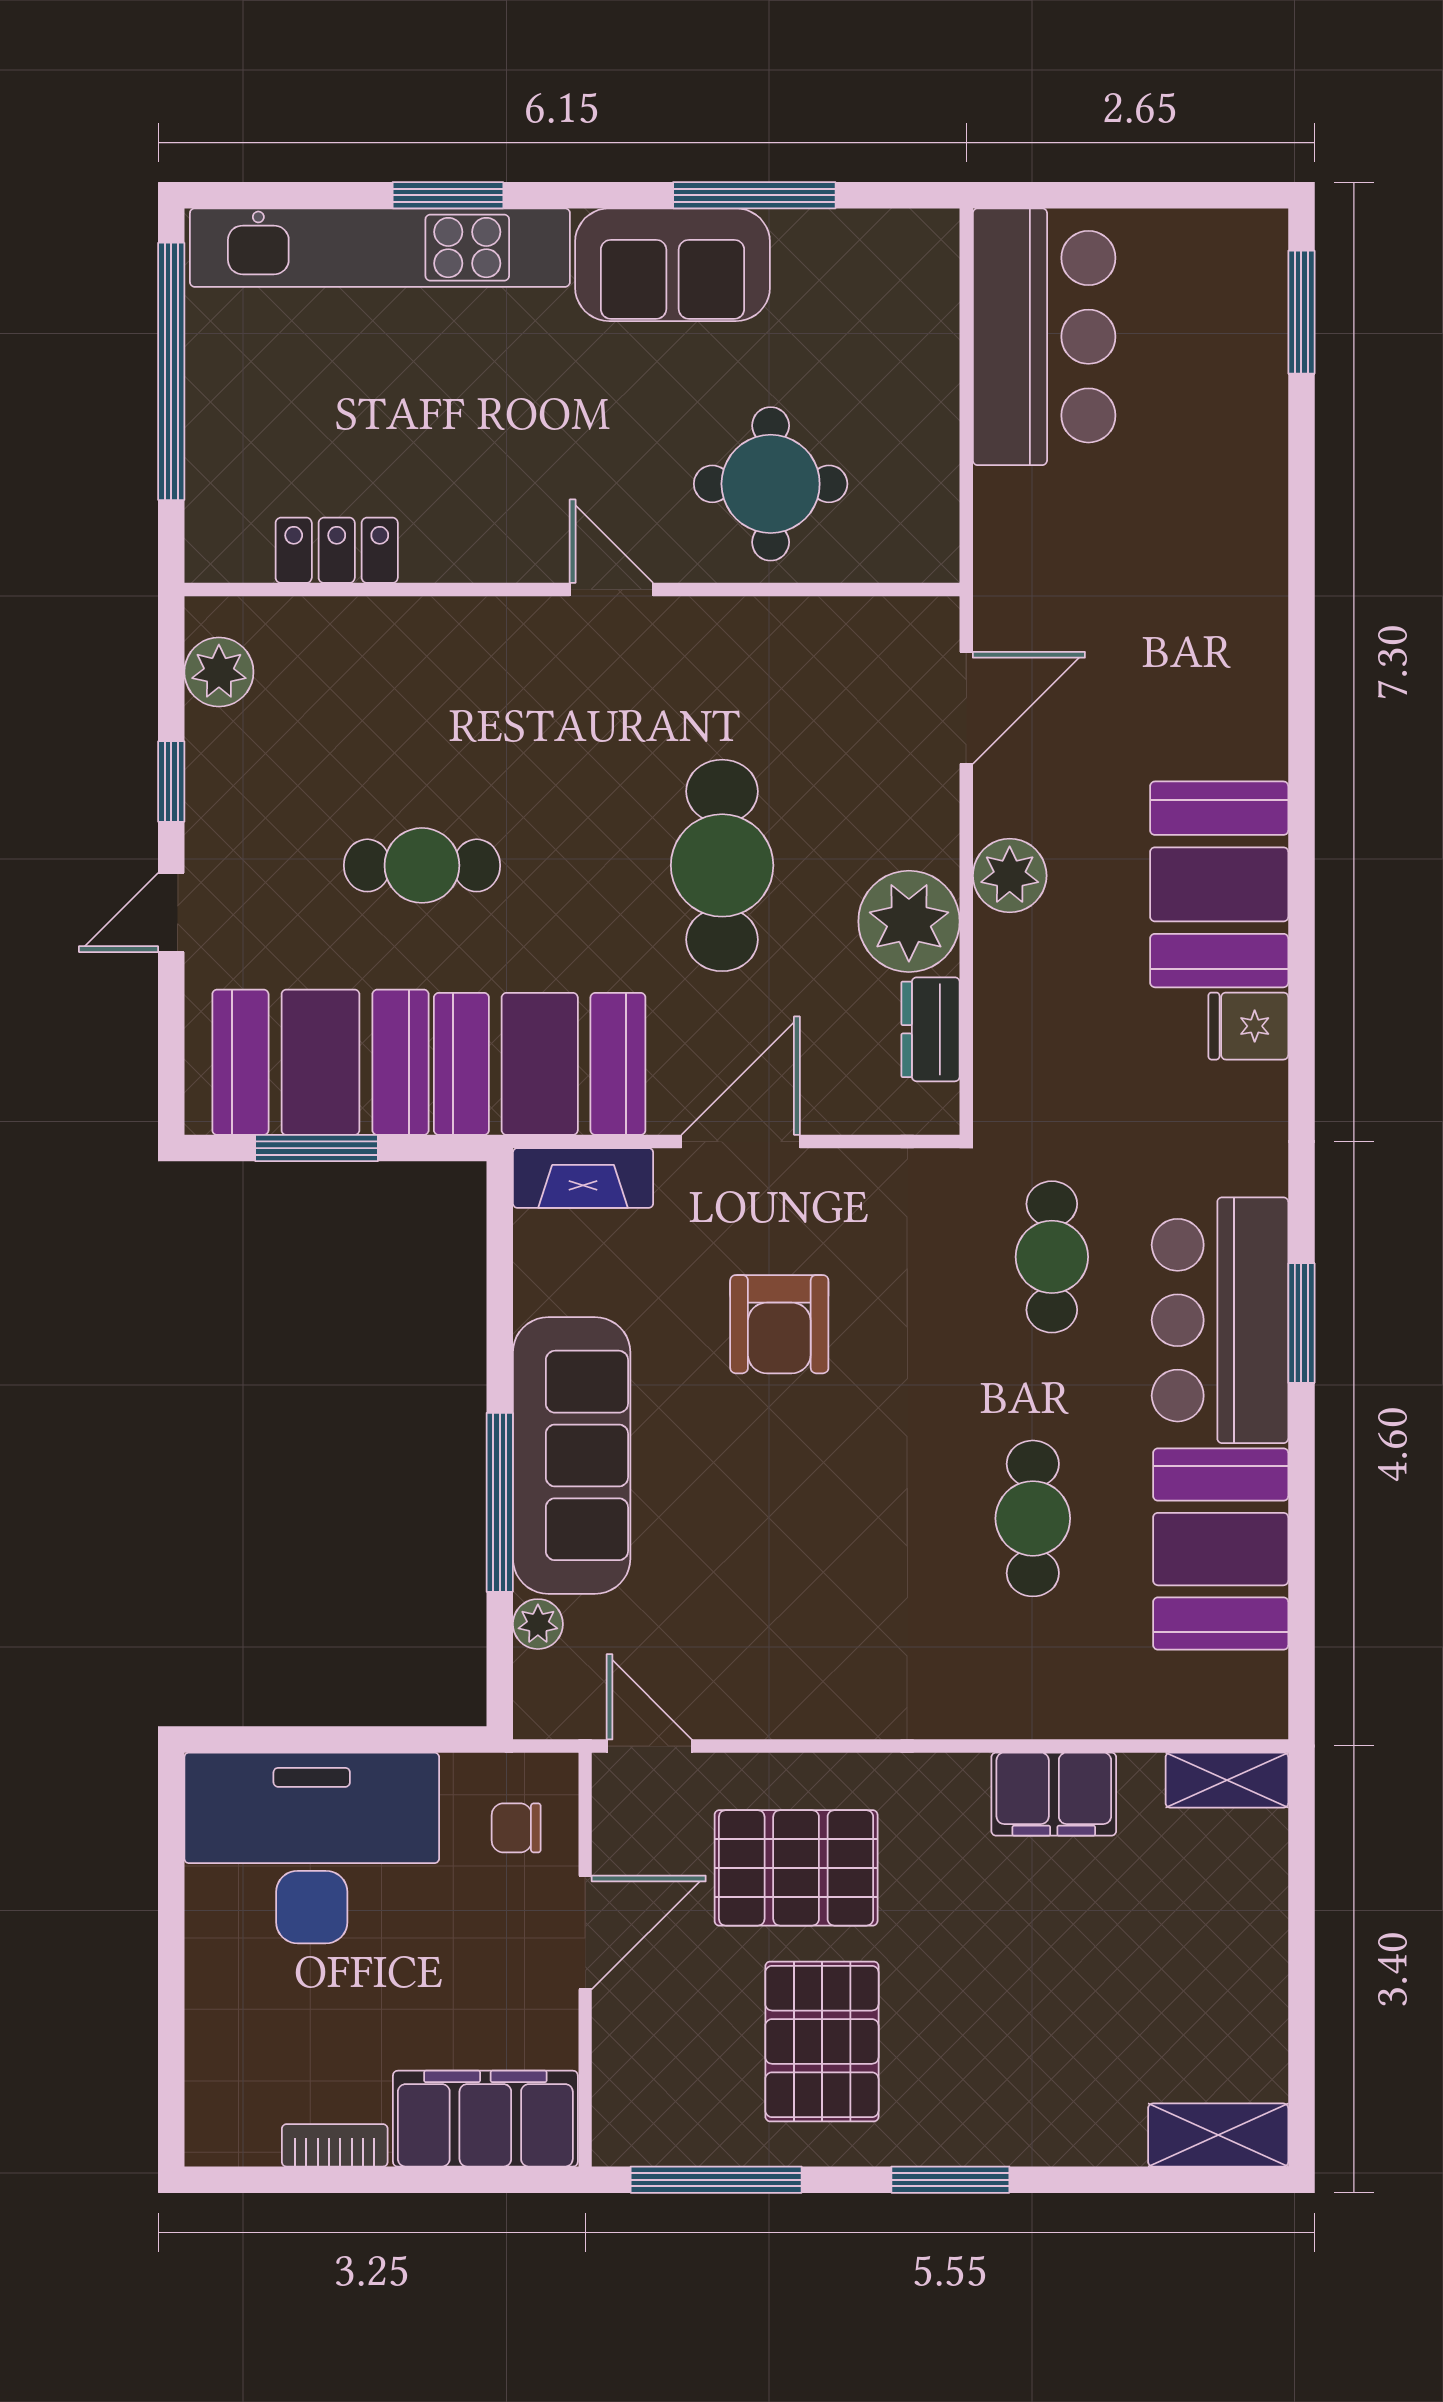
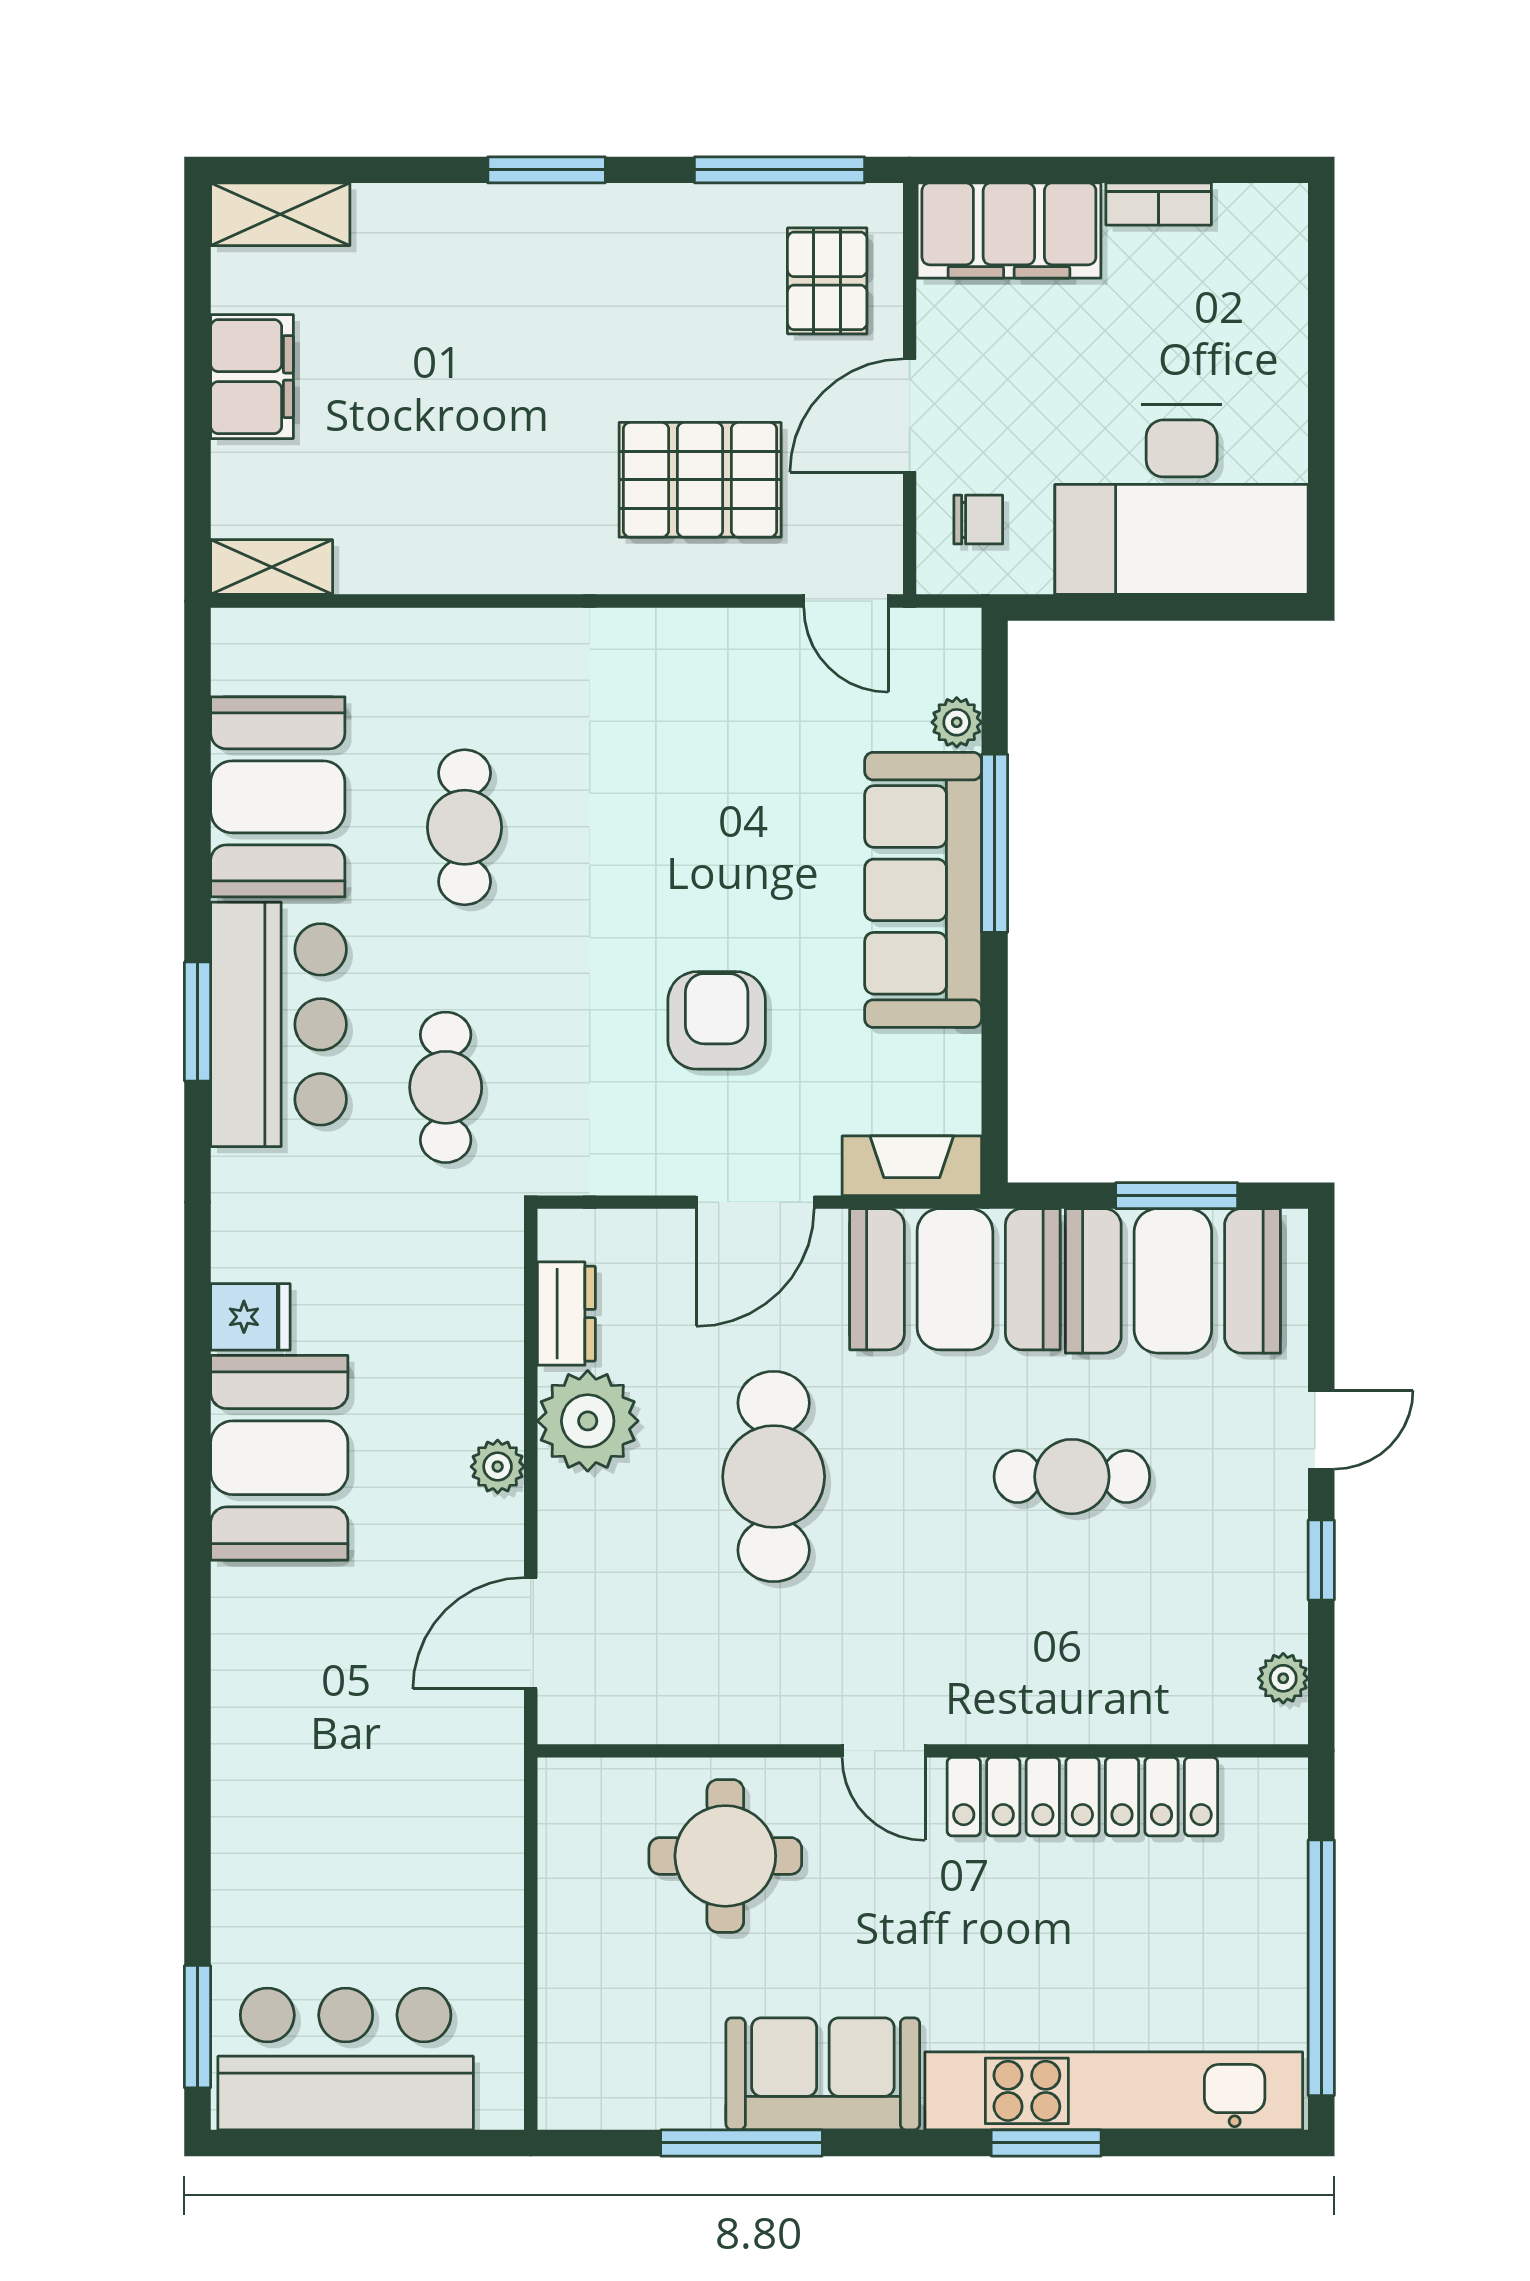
bar counter: (1044, 337) -> (346, 2059), moved, turned 90
locker: (337, 550) -> (1082, 1797), width x2.16, depth x1.21
plant: (219, 672) -> (1283, 1678), width x0.73, depth x0.73
plant: (1010, 876) -> (498, 1467), width x0.73, depth x0.73
filing cabinet: (1054, 1794) -> (252, 377), moved, turned 90
pallet: (822, 2041) -> (827, 281), moved, width x0.67, depth x0.71

